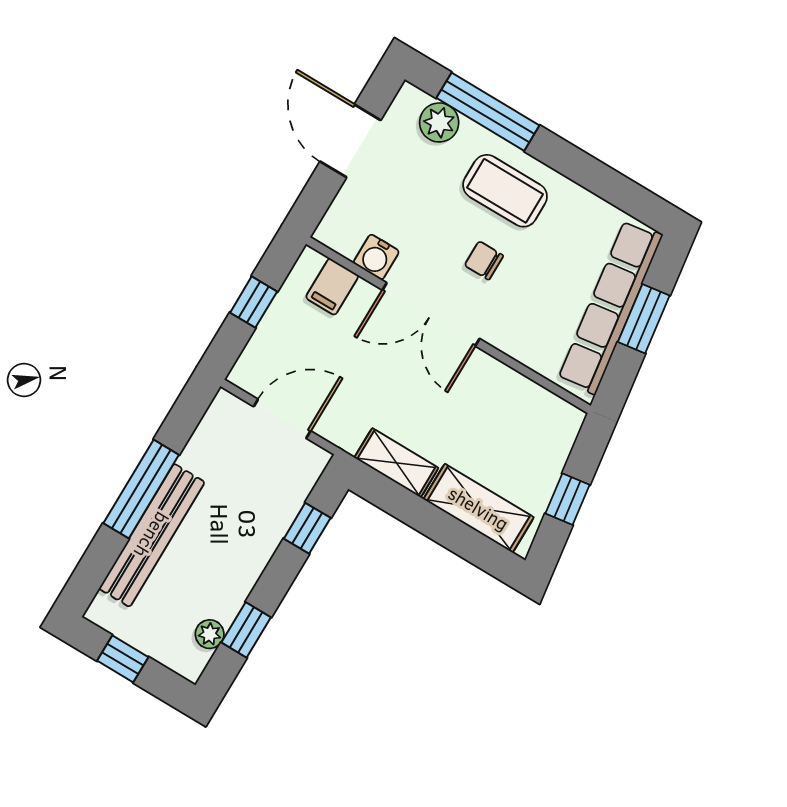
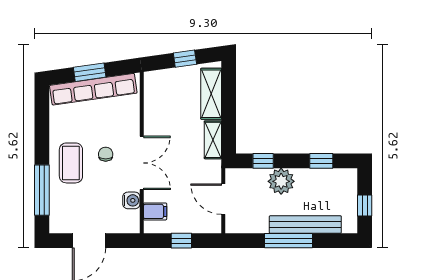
plant: (439, 122) -> (59, 208), removed
chair: (484, 260) -> (106, 154), turned 180
plant: (210, 634) -> (281, 181), moved, width x1.88, depth x1.88

